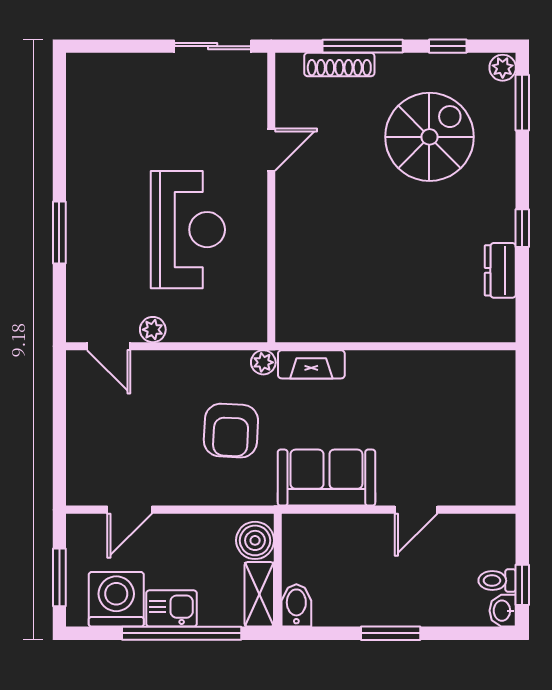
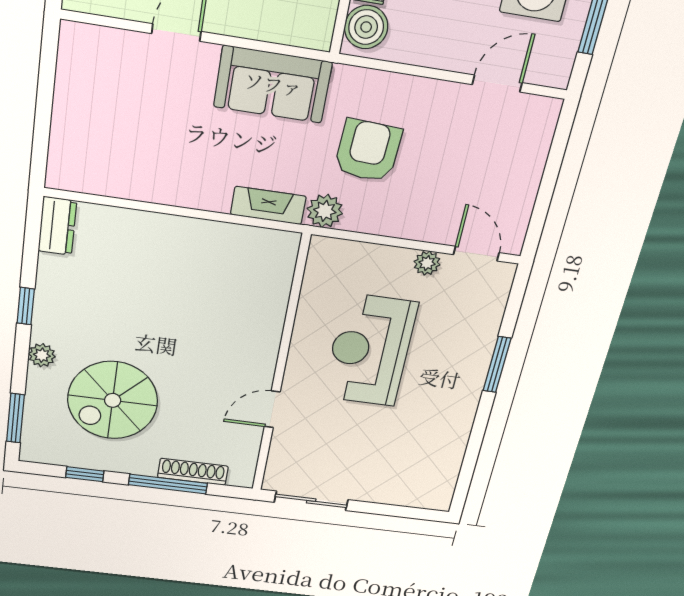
plant: (503, 68) -> (42, 355), moved
dresser: (500, 270) -> (57, 226), moved
plant: (263, 362) -> (325, 211), width x1.38, depth x1.38

